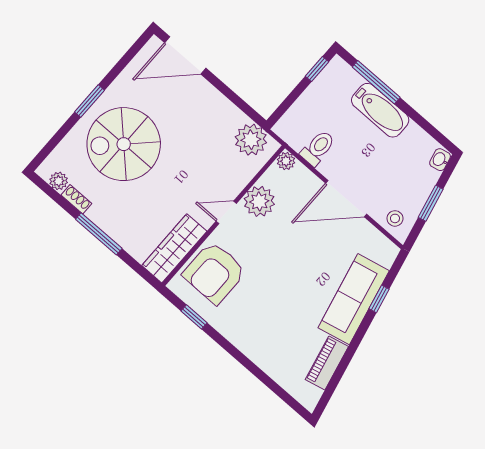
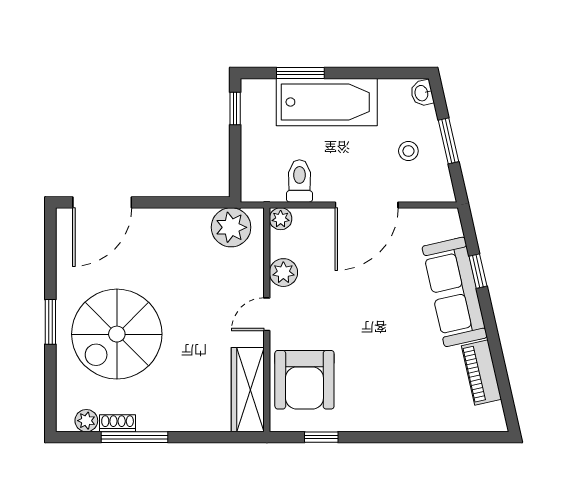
window: (376, 82) -> (300, 73), width x0.69
bathtub: (380, 110) -> (327, 102), width x1.36, depth x1.36
plant: (259, 201) -> (283, 273), width x0.73, depth x0.73
stool: (395, 218) -> (408, 151), moved
window: (99, 234) -> (134, 437), moved

